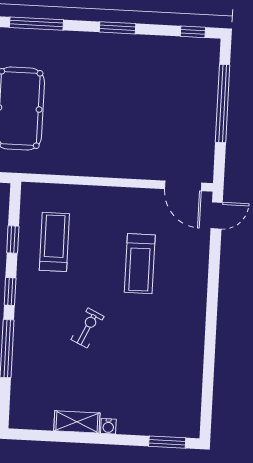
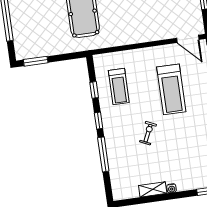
treadmill: (54, 242) -> (119, 87), turned 180
treadmill: (140, 264) -> (171, 89), width x1.37, depth x1.38

